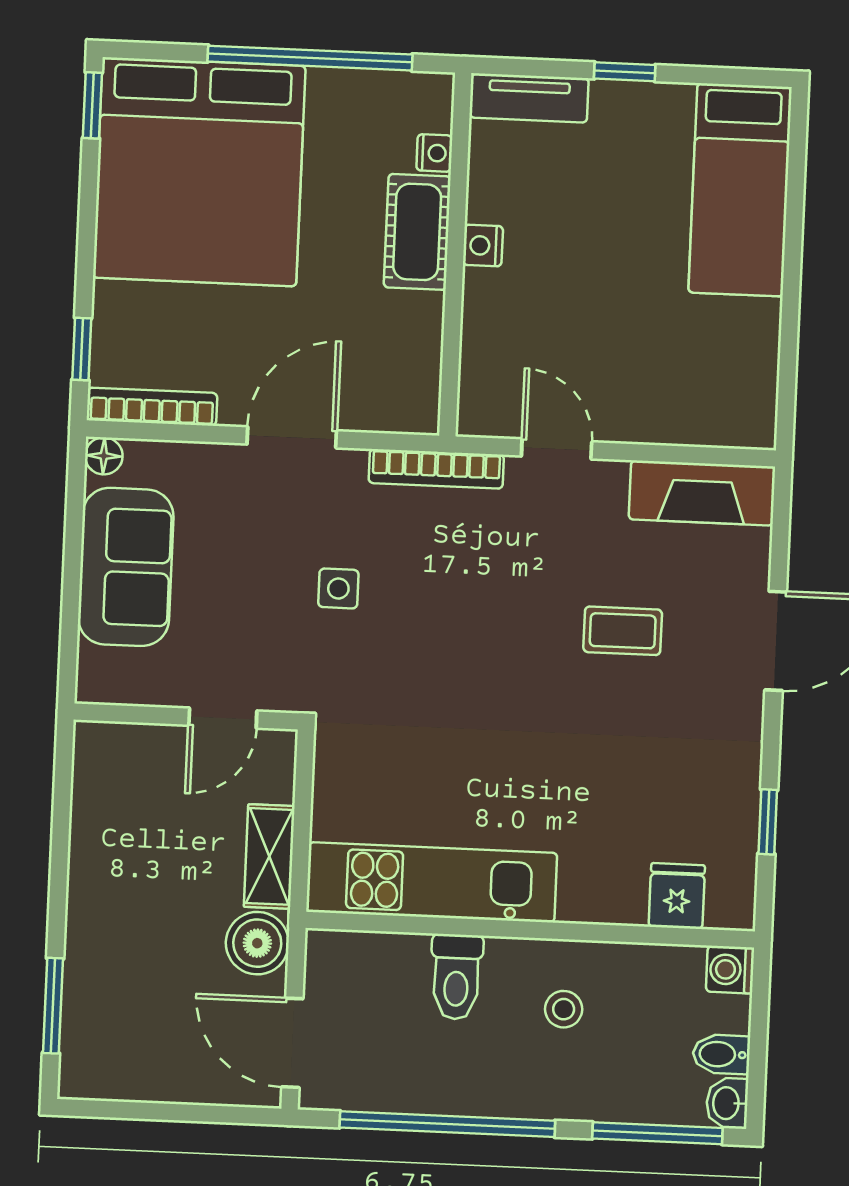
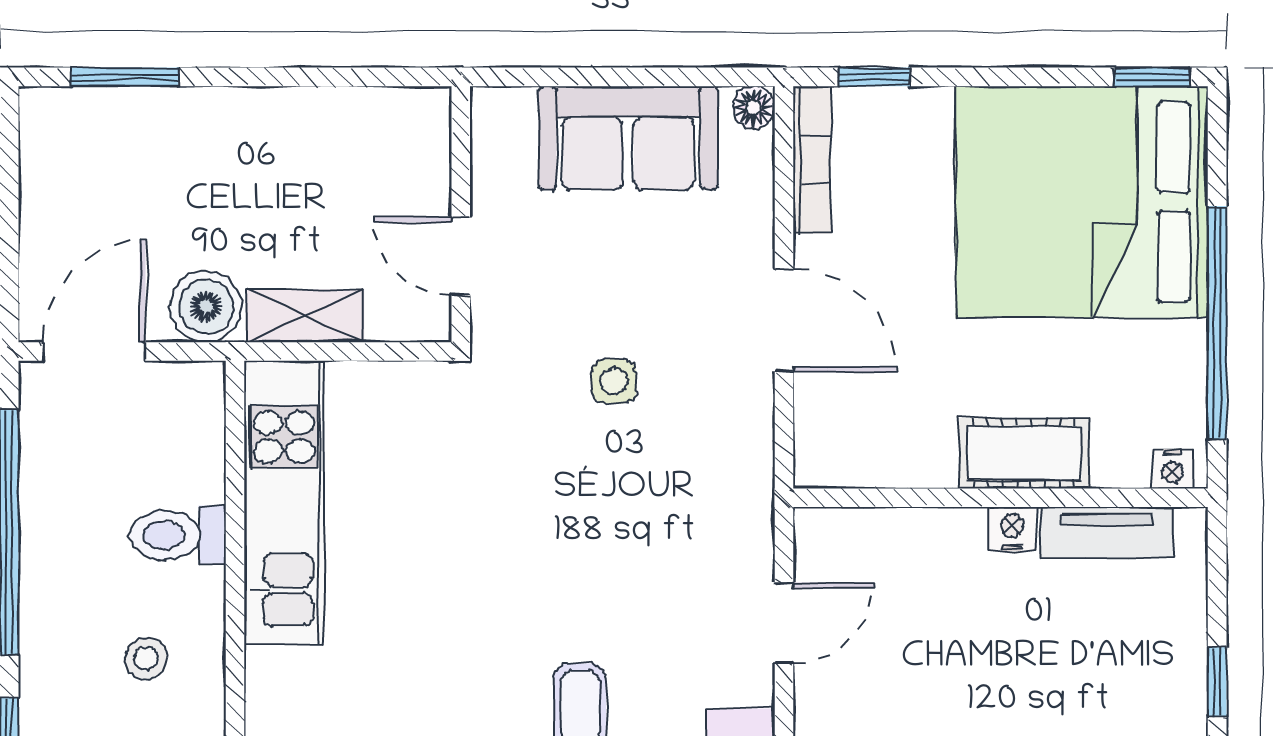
tv unit: (529, 98) -> (1107, 532), moved, turned -90
nightstand: (434, 153) -> (1172, 469), moved
bookcase: (436, 469) -> (755, 487), removed

